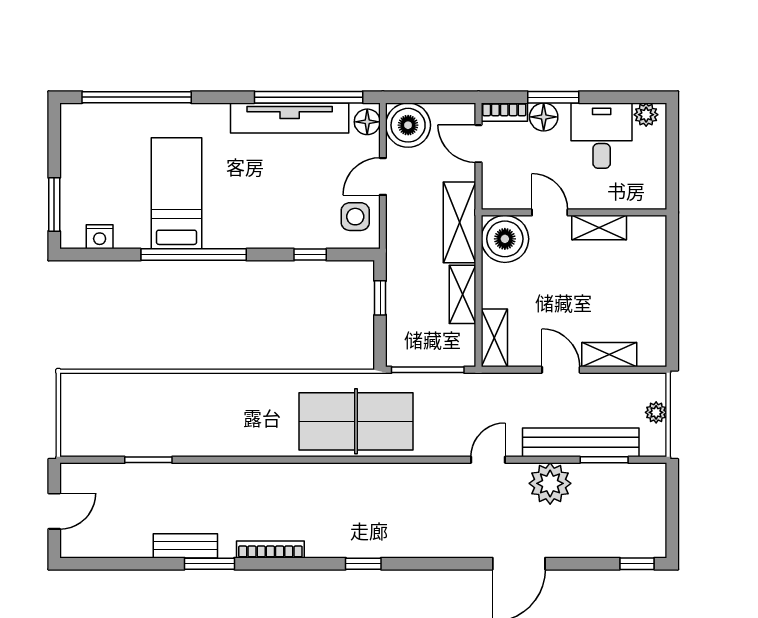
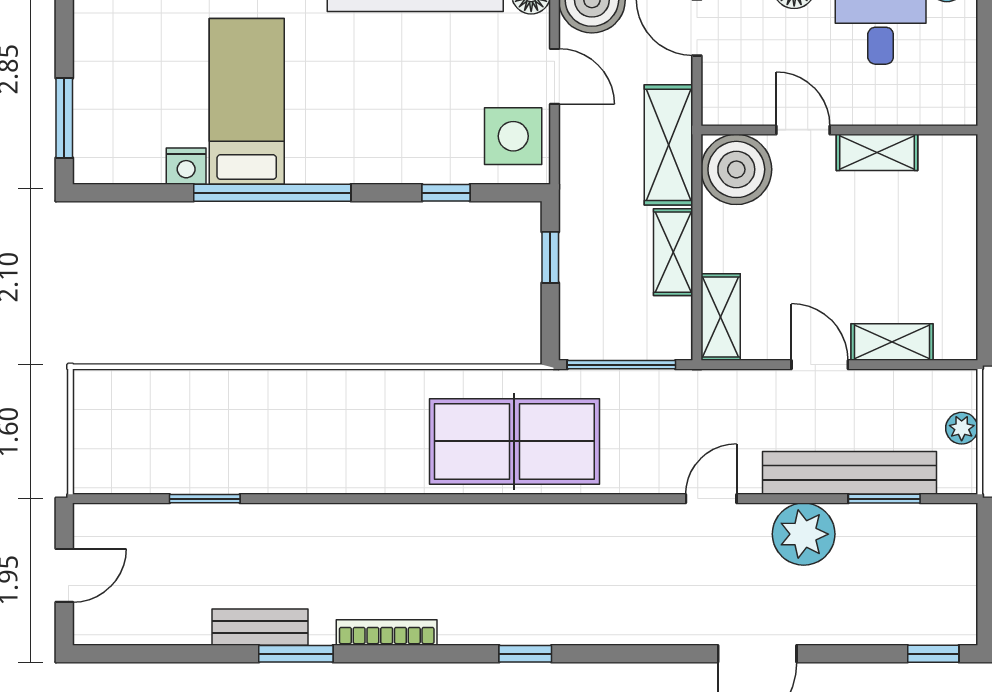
door: (383, 176) -> (554, 76), swing flipped
side table: (355, 217) -> (513, 136), width x1.37, depth x1.37
nightstand: (100, 237) -> (186, 166), moved

